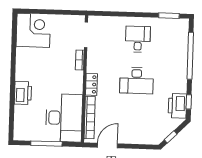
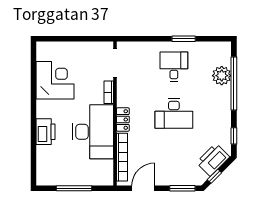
window: (169, 16) -> (184, 39), moved
corner desk: (33, 30) -> (55, 80), moved
plant: (180, 48) -> (222, 76), added
printer: (177, 106) -> (213, 160), moved, turned 45
desk: (64, 118) -> (93, 132), moved
window: (142, 147) -> (182, 188), added

